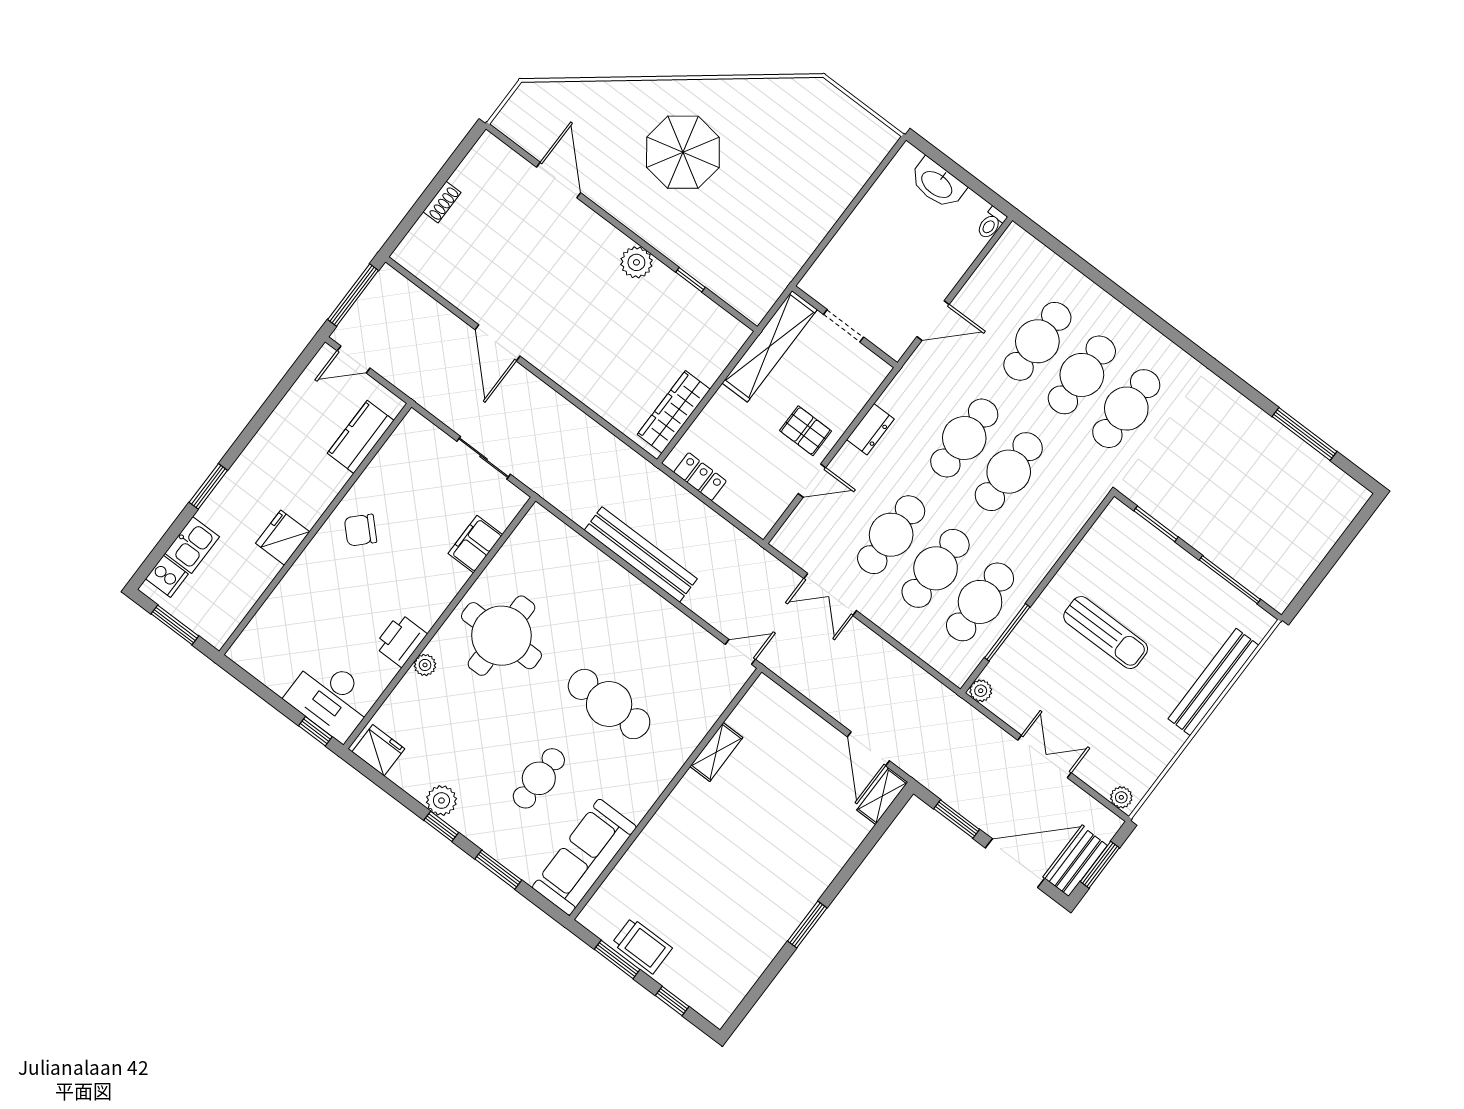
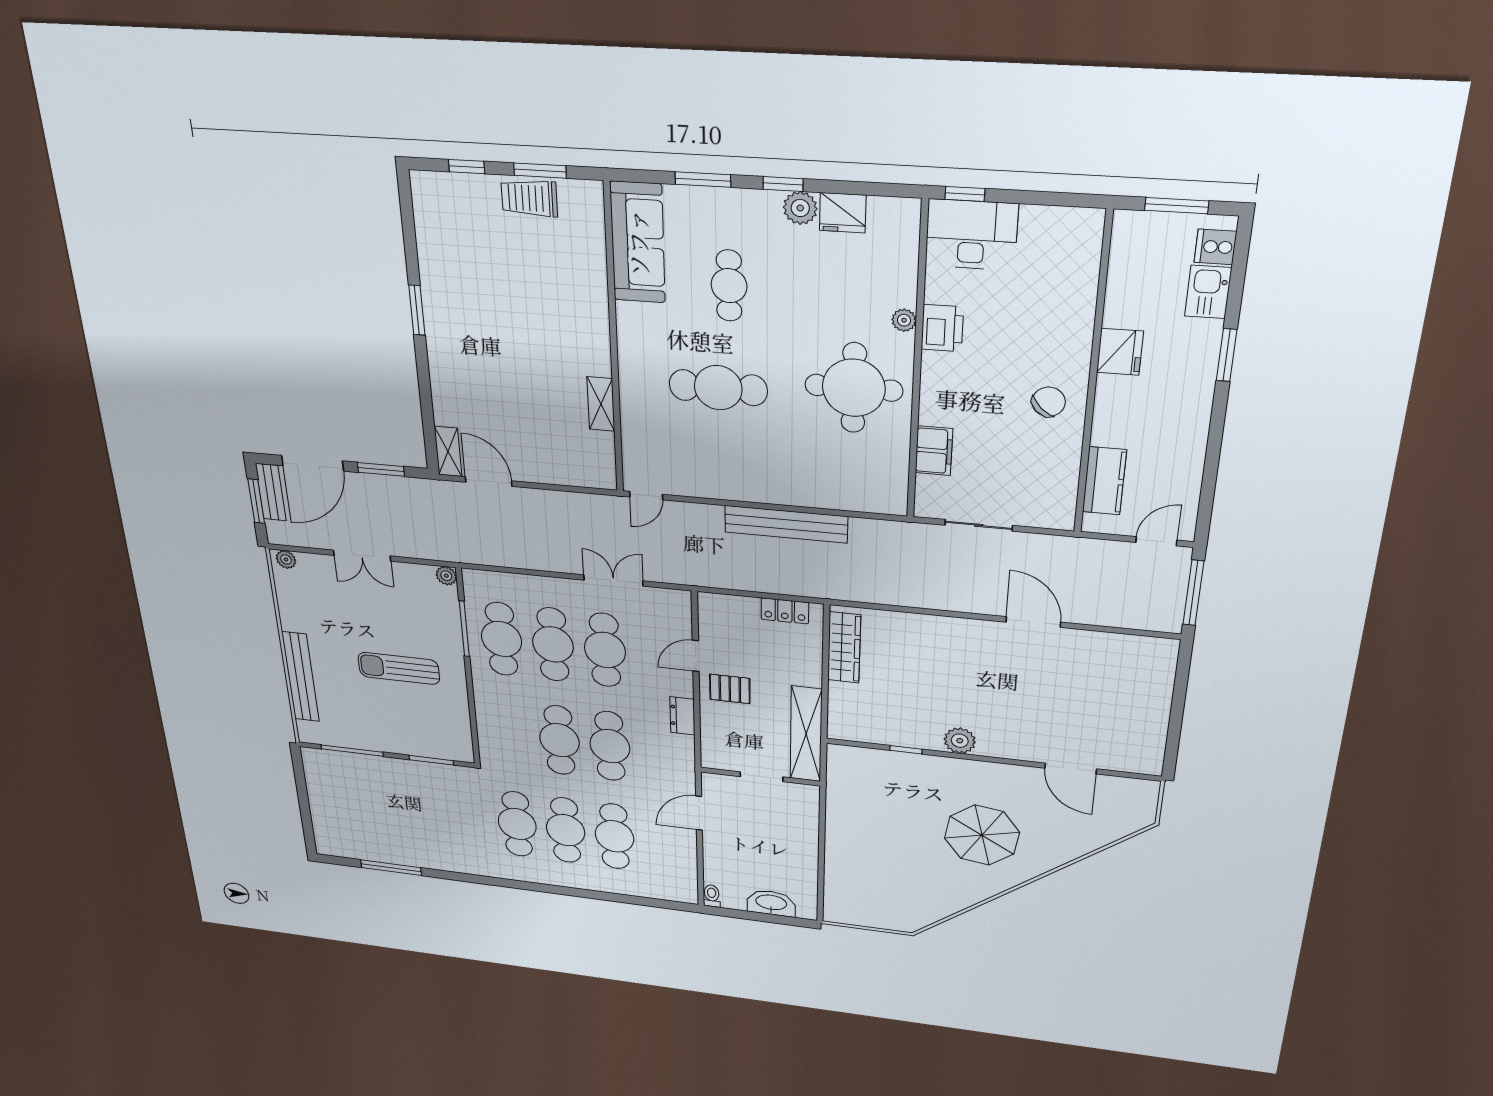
shoe rack: (442, 202) -> (1162, 704), removed
fridge: (378, 750) -> (843, 213), moved

